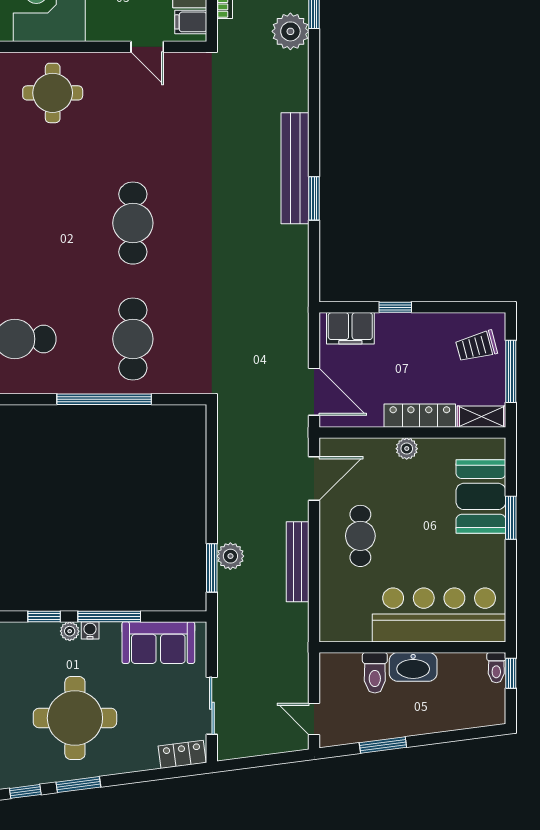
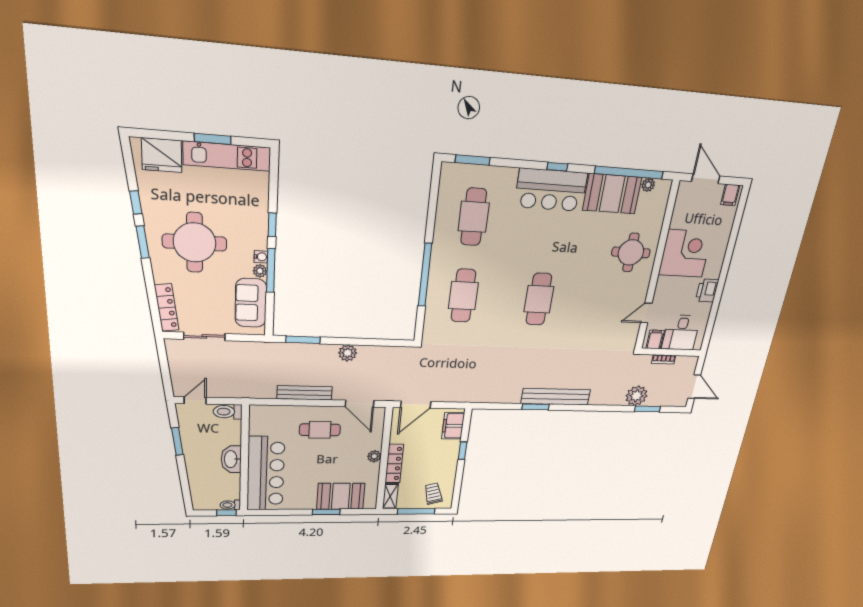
cafe table: (133, 223) -> (539, 299), turned 90
cafe table: (133, 339) -> (463, 296), turned 90
plant: (230, 556) -> (348, 353), moved
plant: (70, 631) -> (260, 271), moved
toilet: (375, 673) -> (228, 412), moved
locker: (182, 754) -> (167, 308), width x1.53

